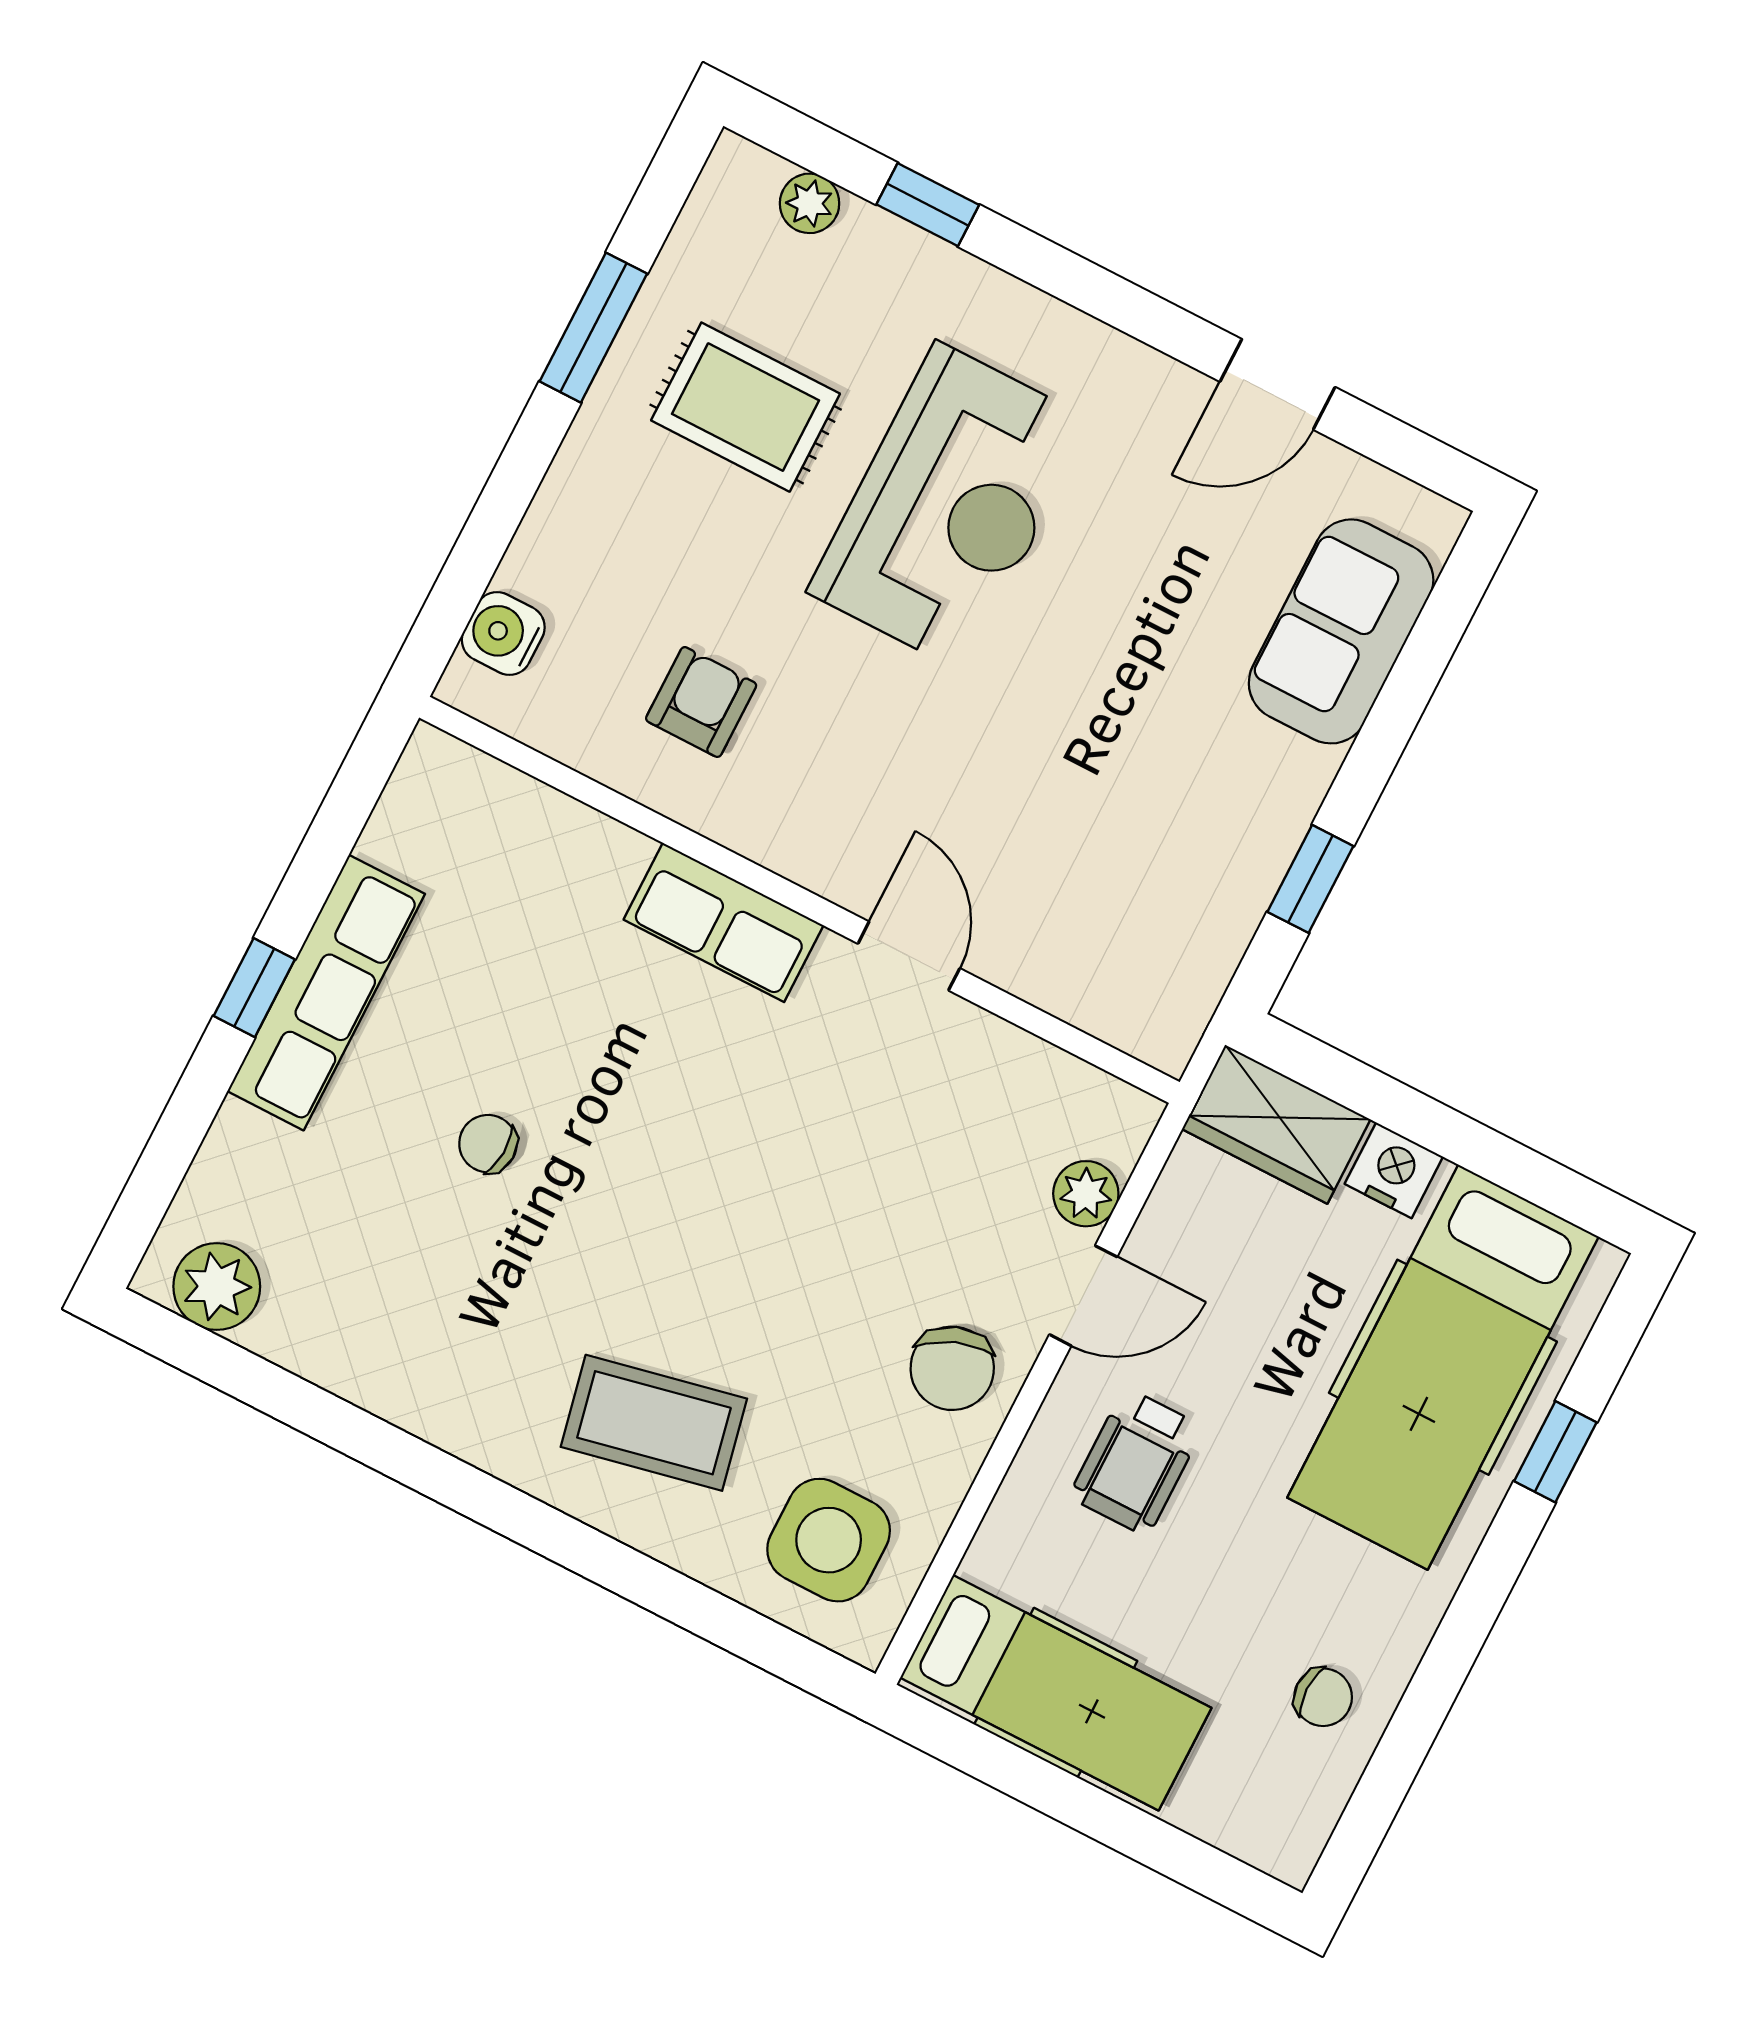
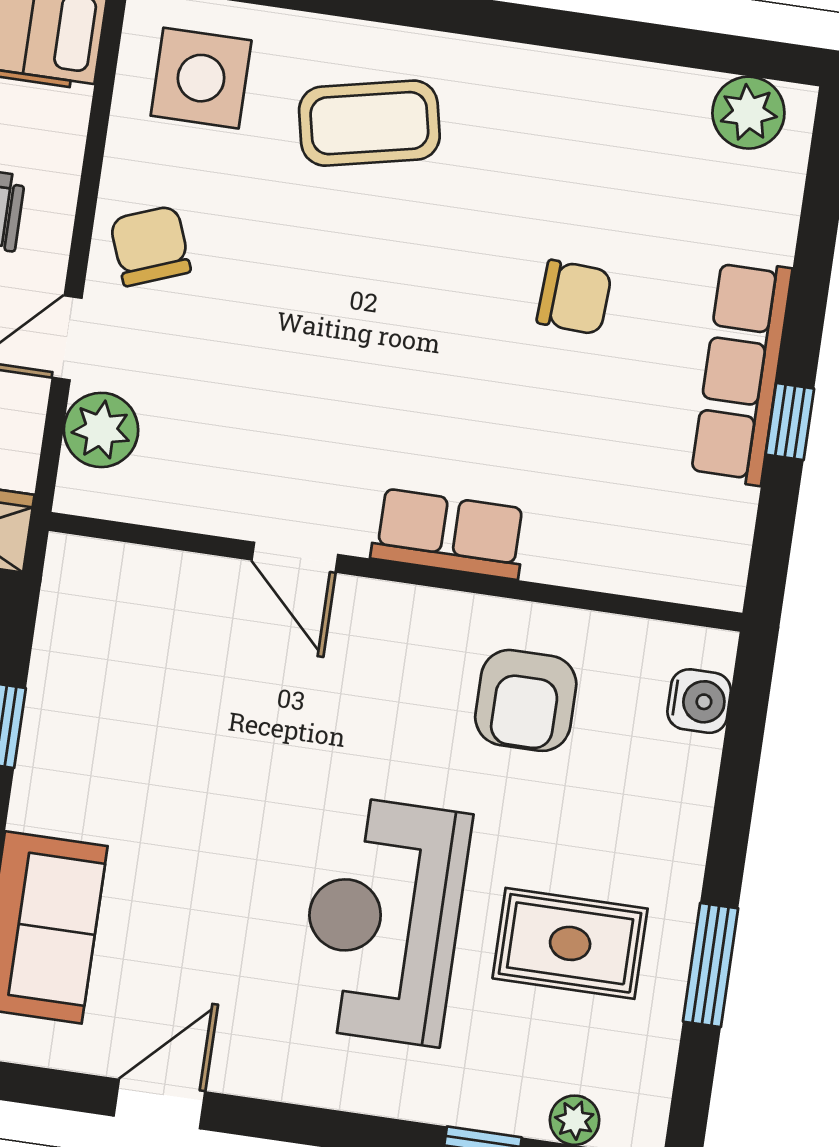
armchair: (701, 702) -> (526, 700), width x1.38, depth x1.38
window: (254, 988) -> (790, 422), moved
chair: (488, 1144) -> (574, 297), width x1.37, depth x1.37
plant: (1086, 1194) -> (101, 430), width x1.38, depth x1.38

